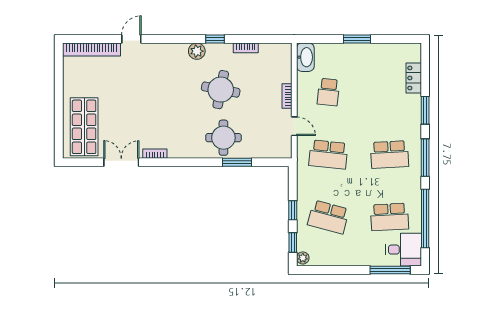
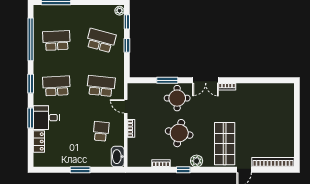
shop shelf: (84, 127) -> (225, 144), moved
window: (425, 158) -> (31, 84), width x0.69
double door: (121, 162) -> (206, 80), moved
desk: (403, 250) -> (46, 118), moved

